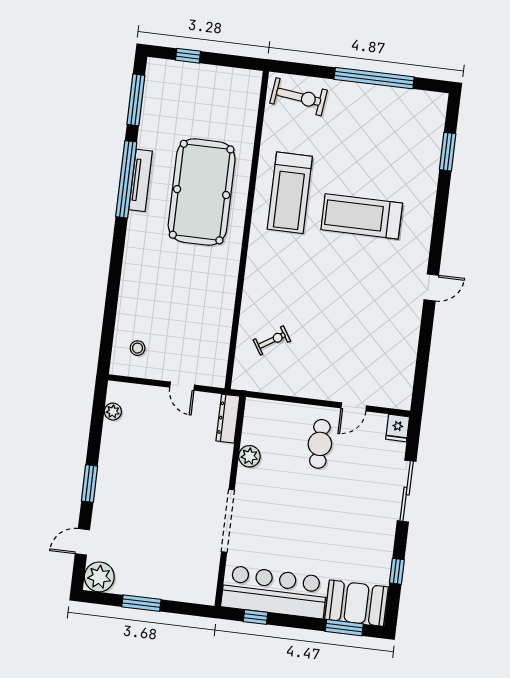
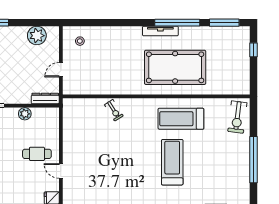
tv unit: (141, 180) -> (160, 31), moved
exercise bike: (272, 340) -> (114, 110), moved
plant: (113, 412) -> (37, 36), width x1.87, depth x1.87

